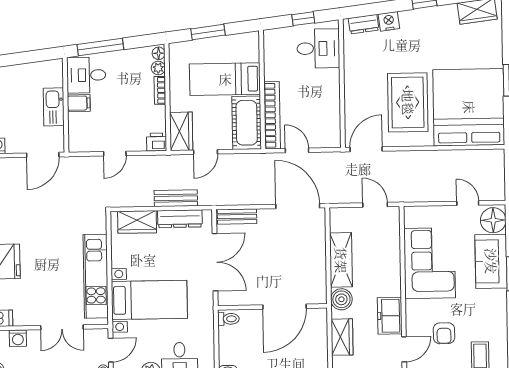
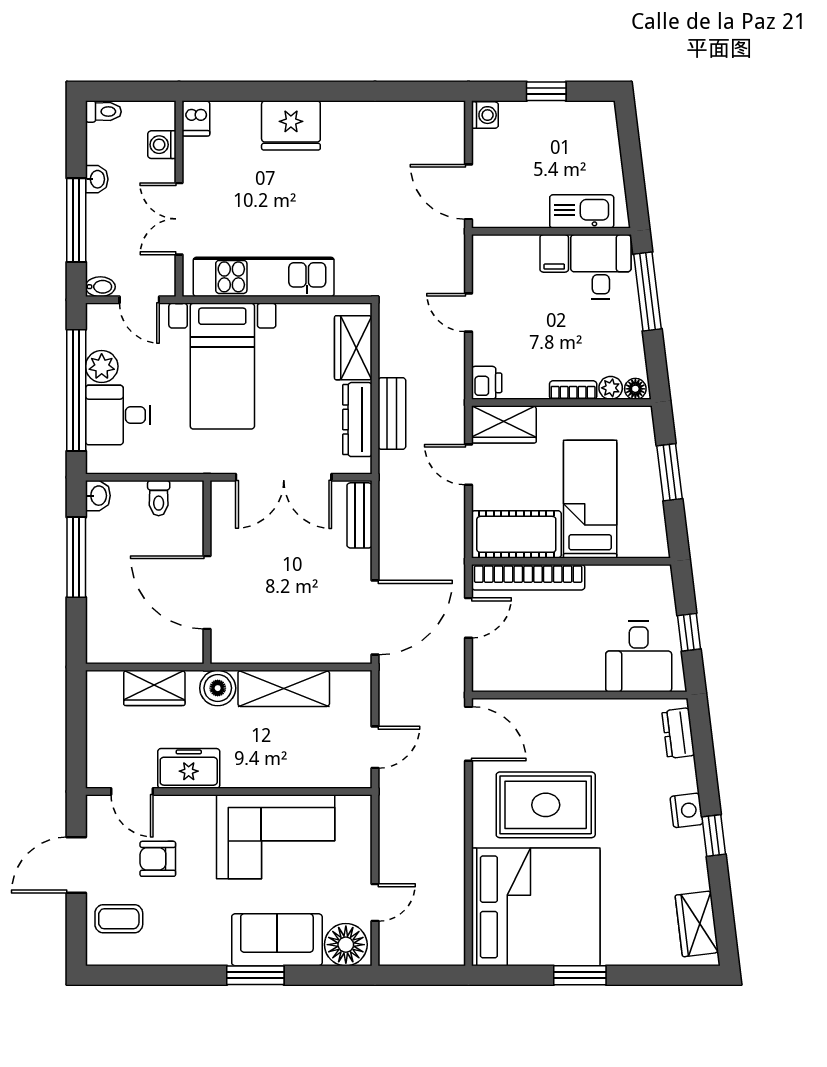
nightstand: (389, 21) -> (686, 810), moved
kitchen sink: (54, 107) -> (582, 211), moved
toilet: (228, 319) -> (159, 498), moved

